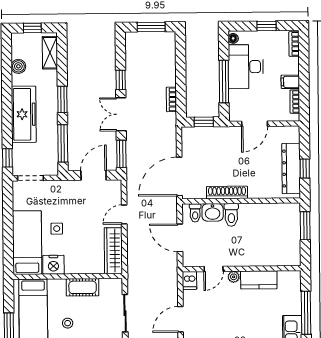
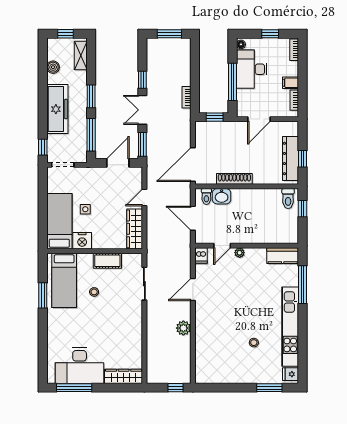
toilet: (231, 215) -> (288, 199), moved
window: (305, 226) -> (302, 209), width x0.67
kitchen counter: (259, 280) -> (283, 256), moved

